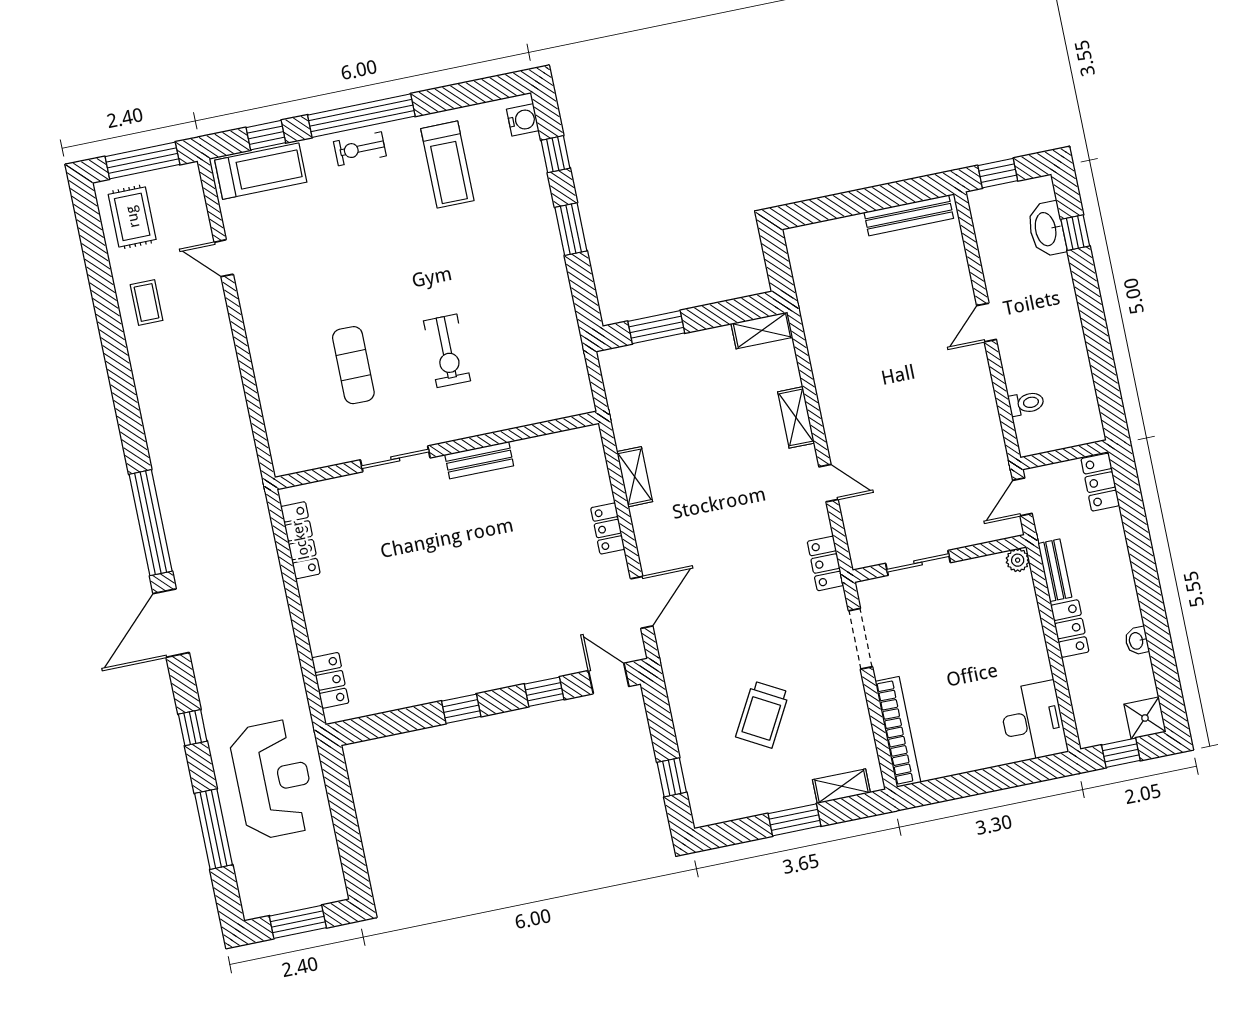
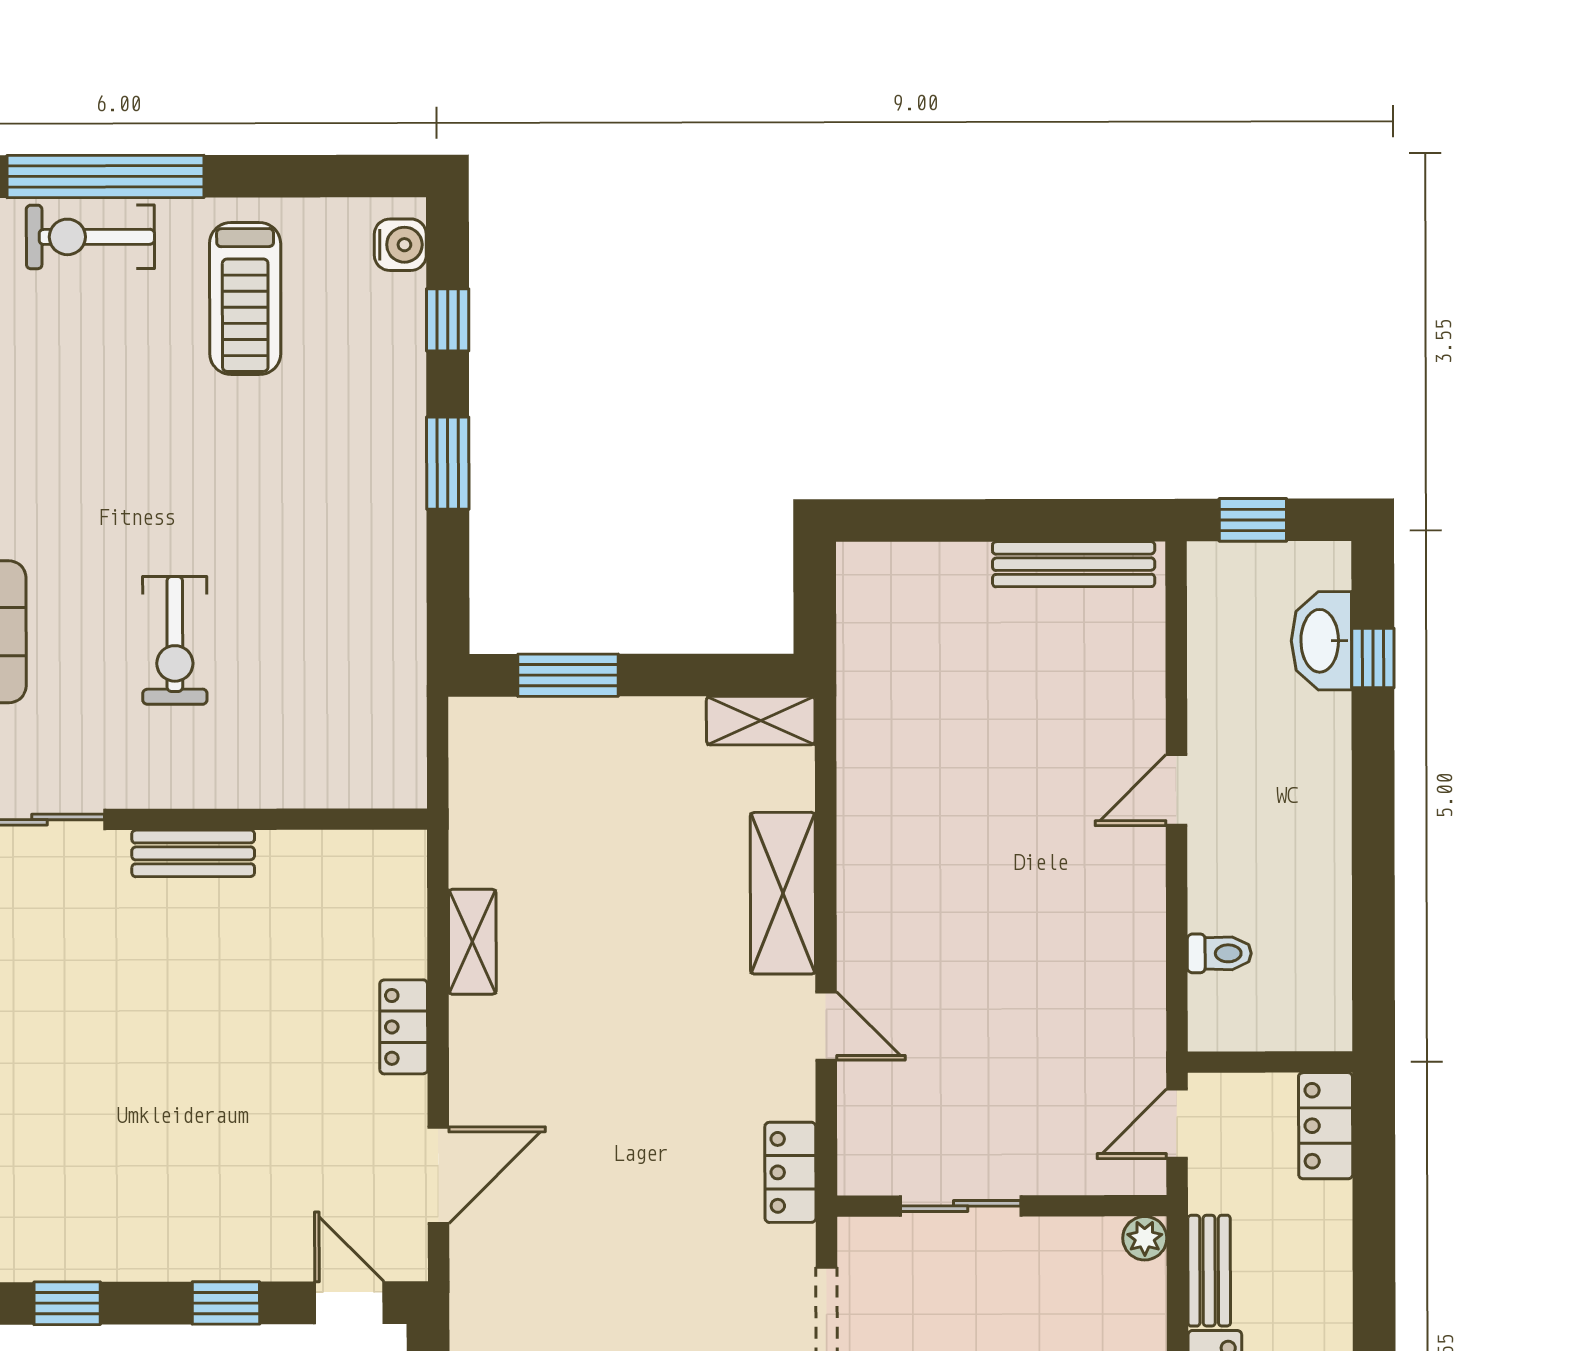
exercise bike: (360, 149) -> (90, 237), width x1.38, depth x1.39
shelving: (796, 417) -> (783, 893), width x1.50, depth x1.33

